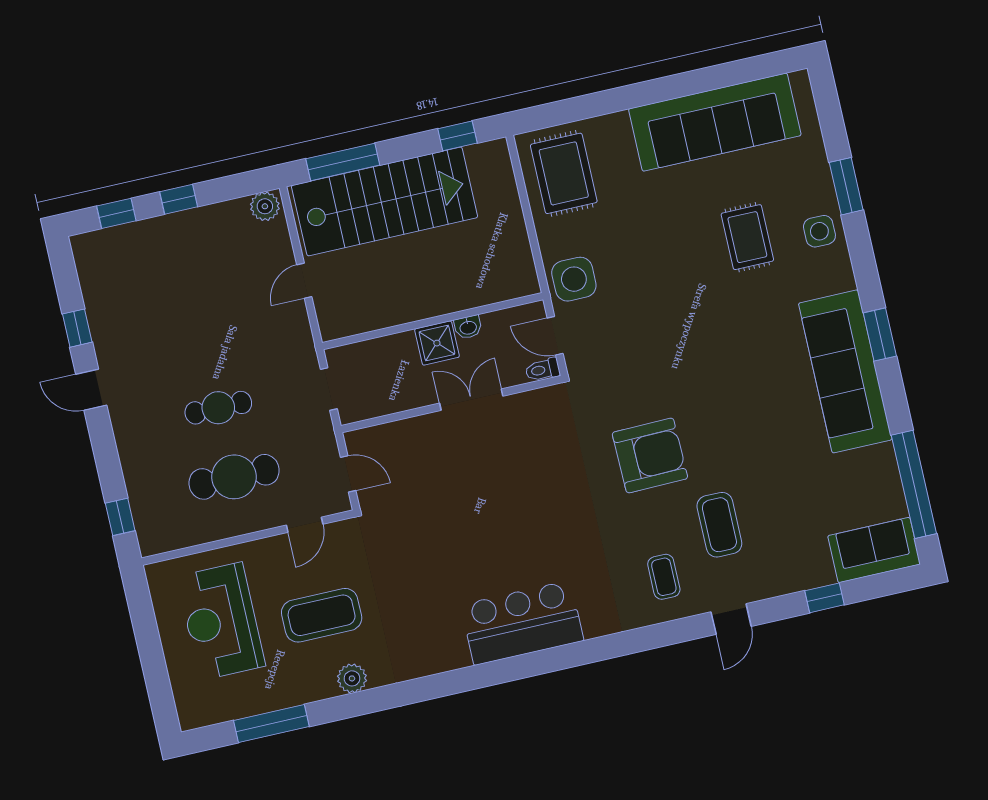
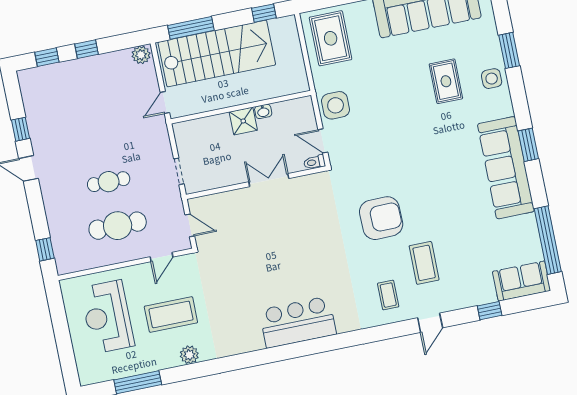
wall: (433, 321) -> (241, 107), moved
washbasin: (468, 327) -> (263, 111), moved
shower: (437, 343) -> (243, 121), moved

